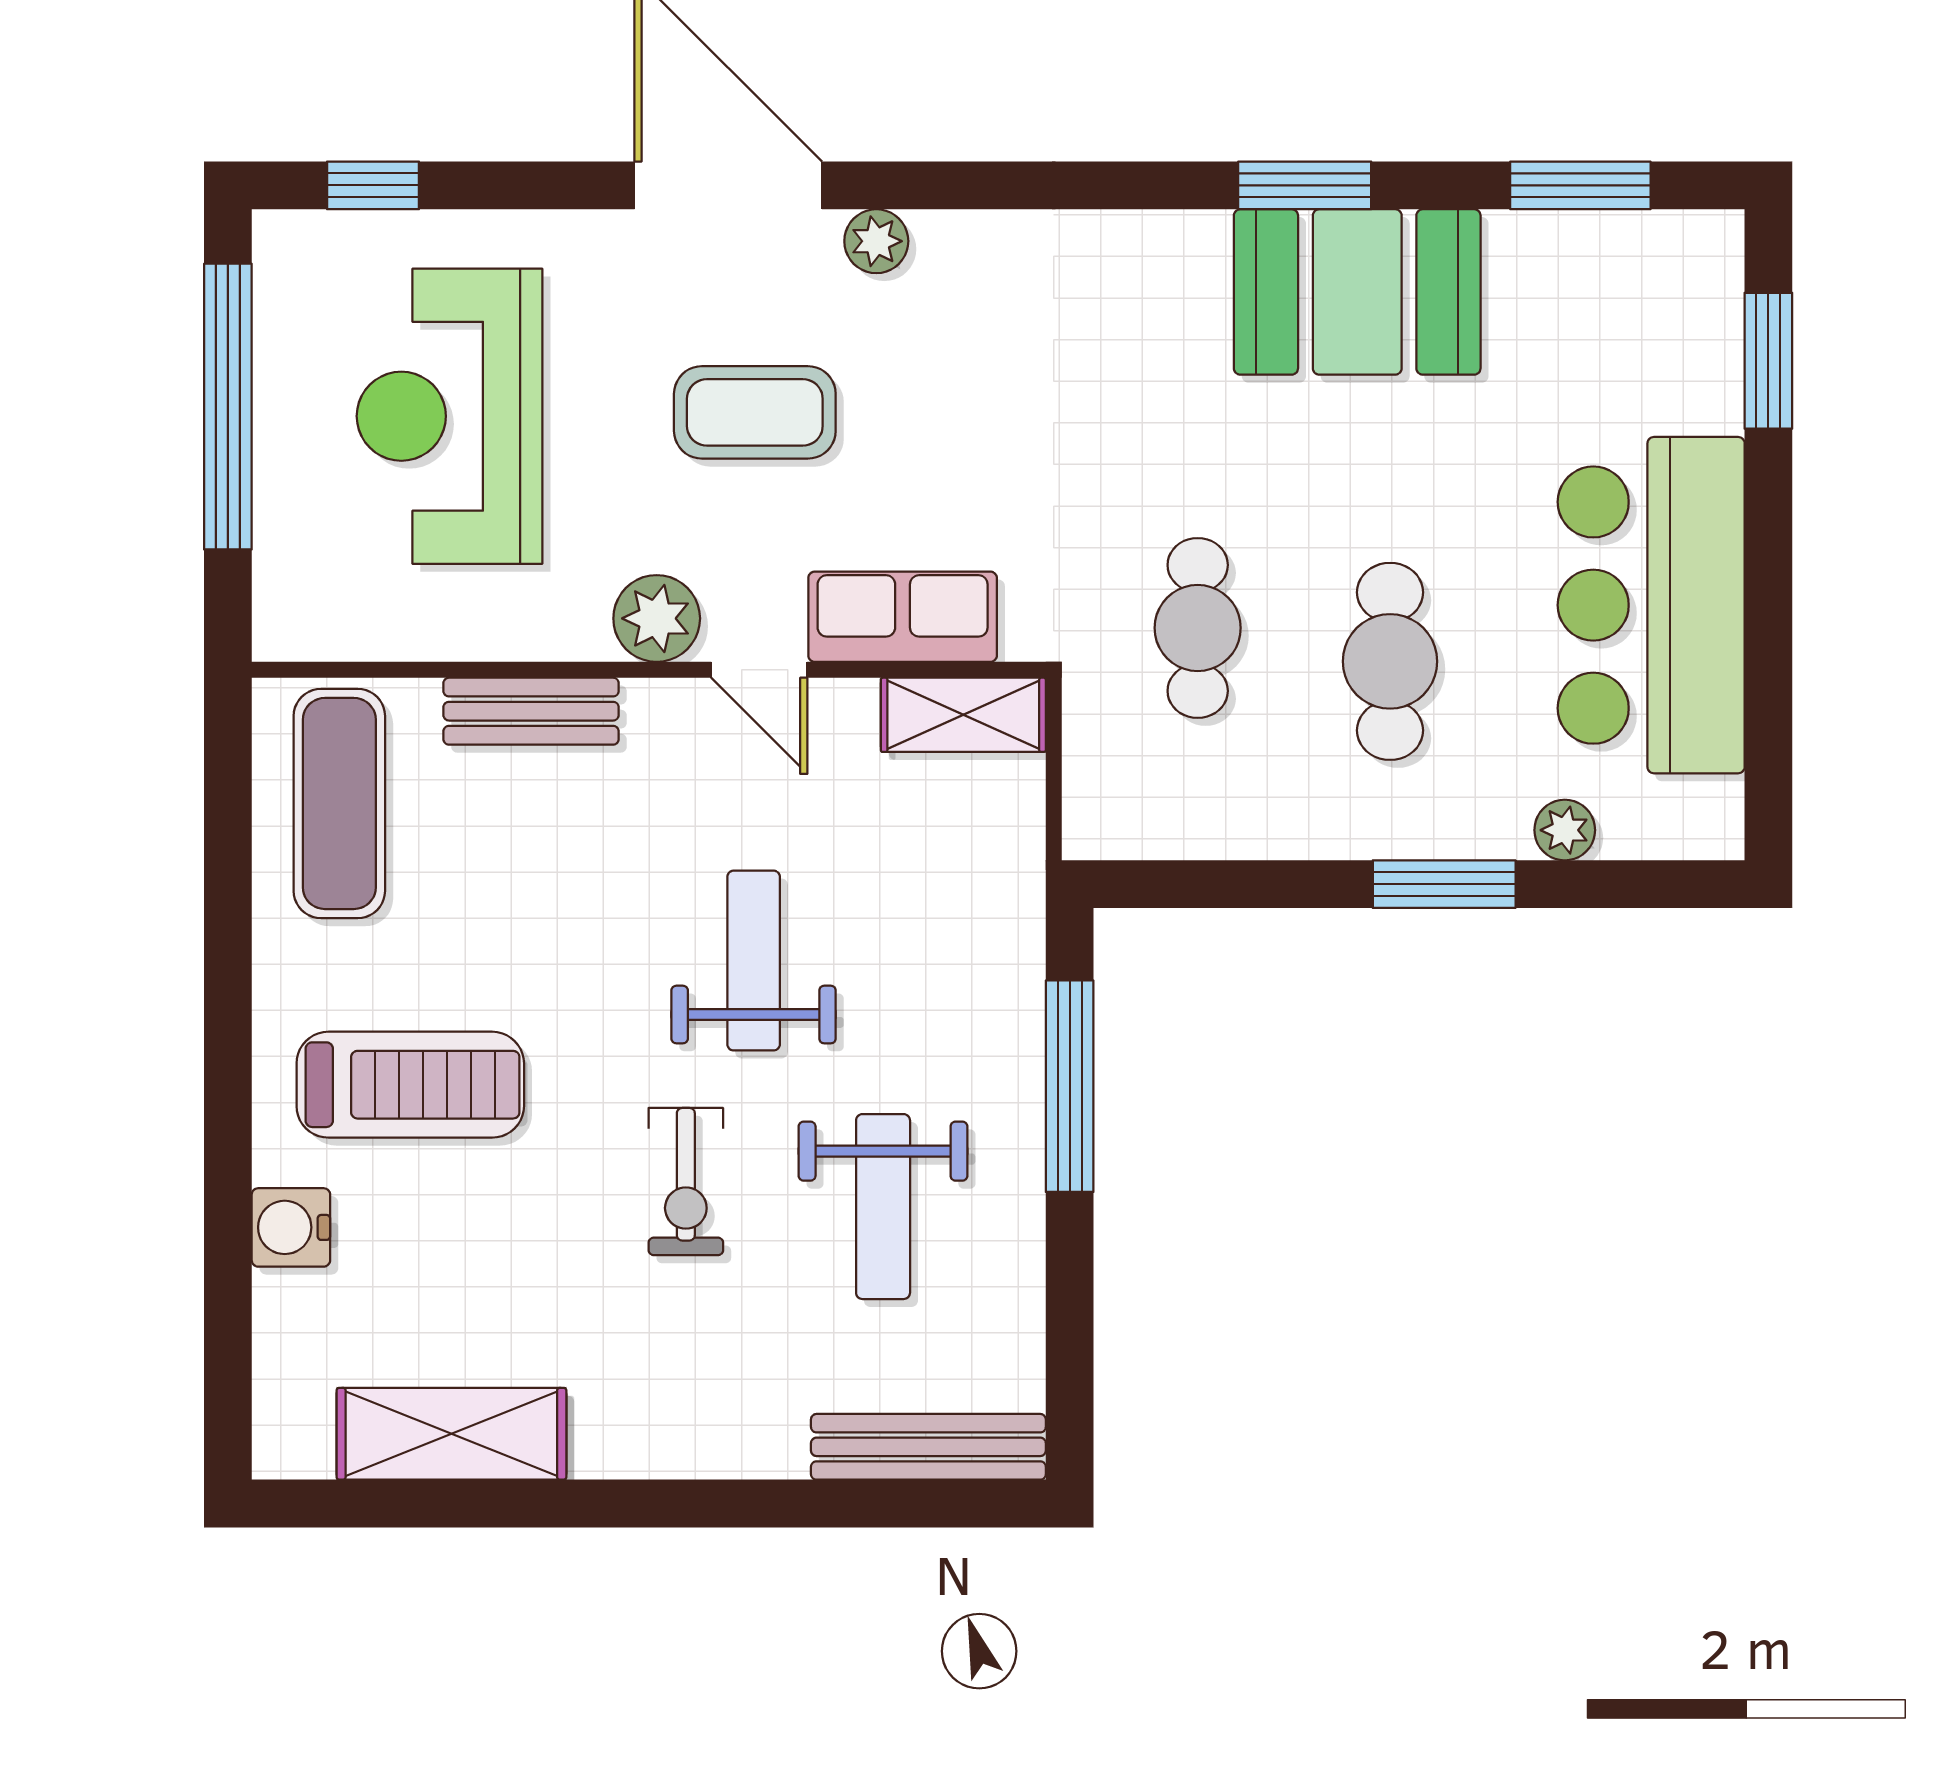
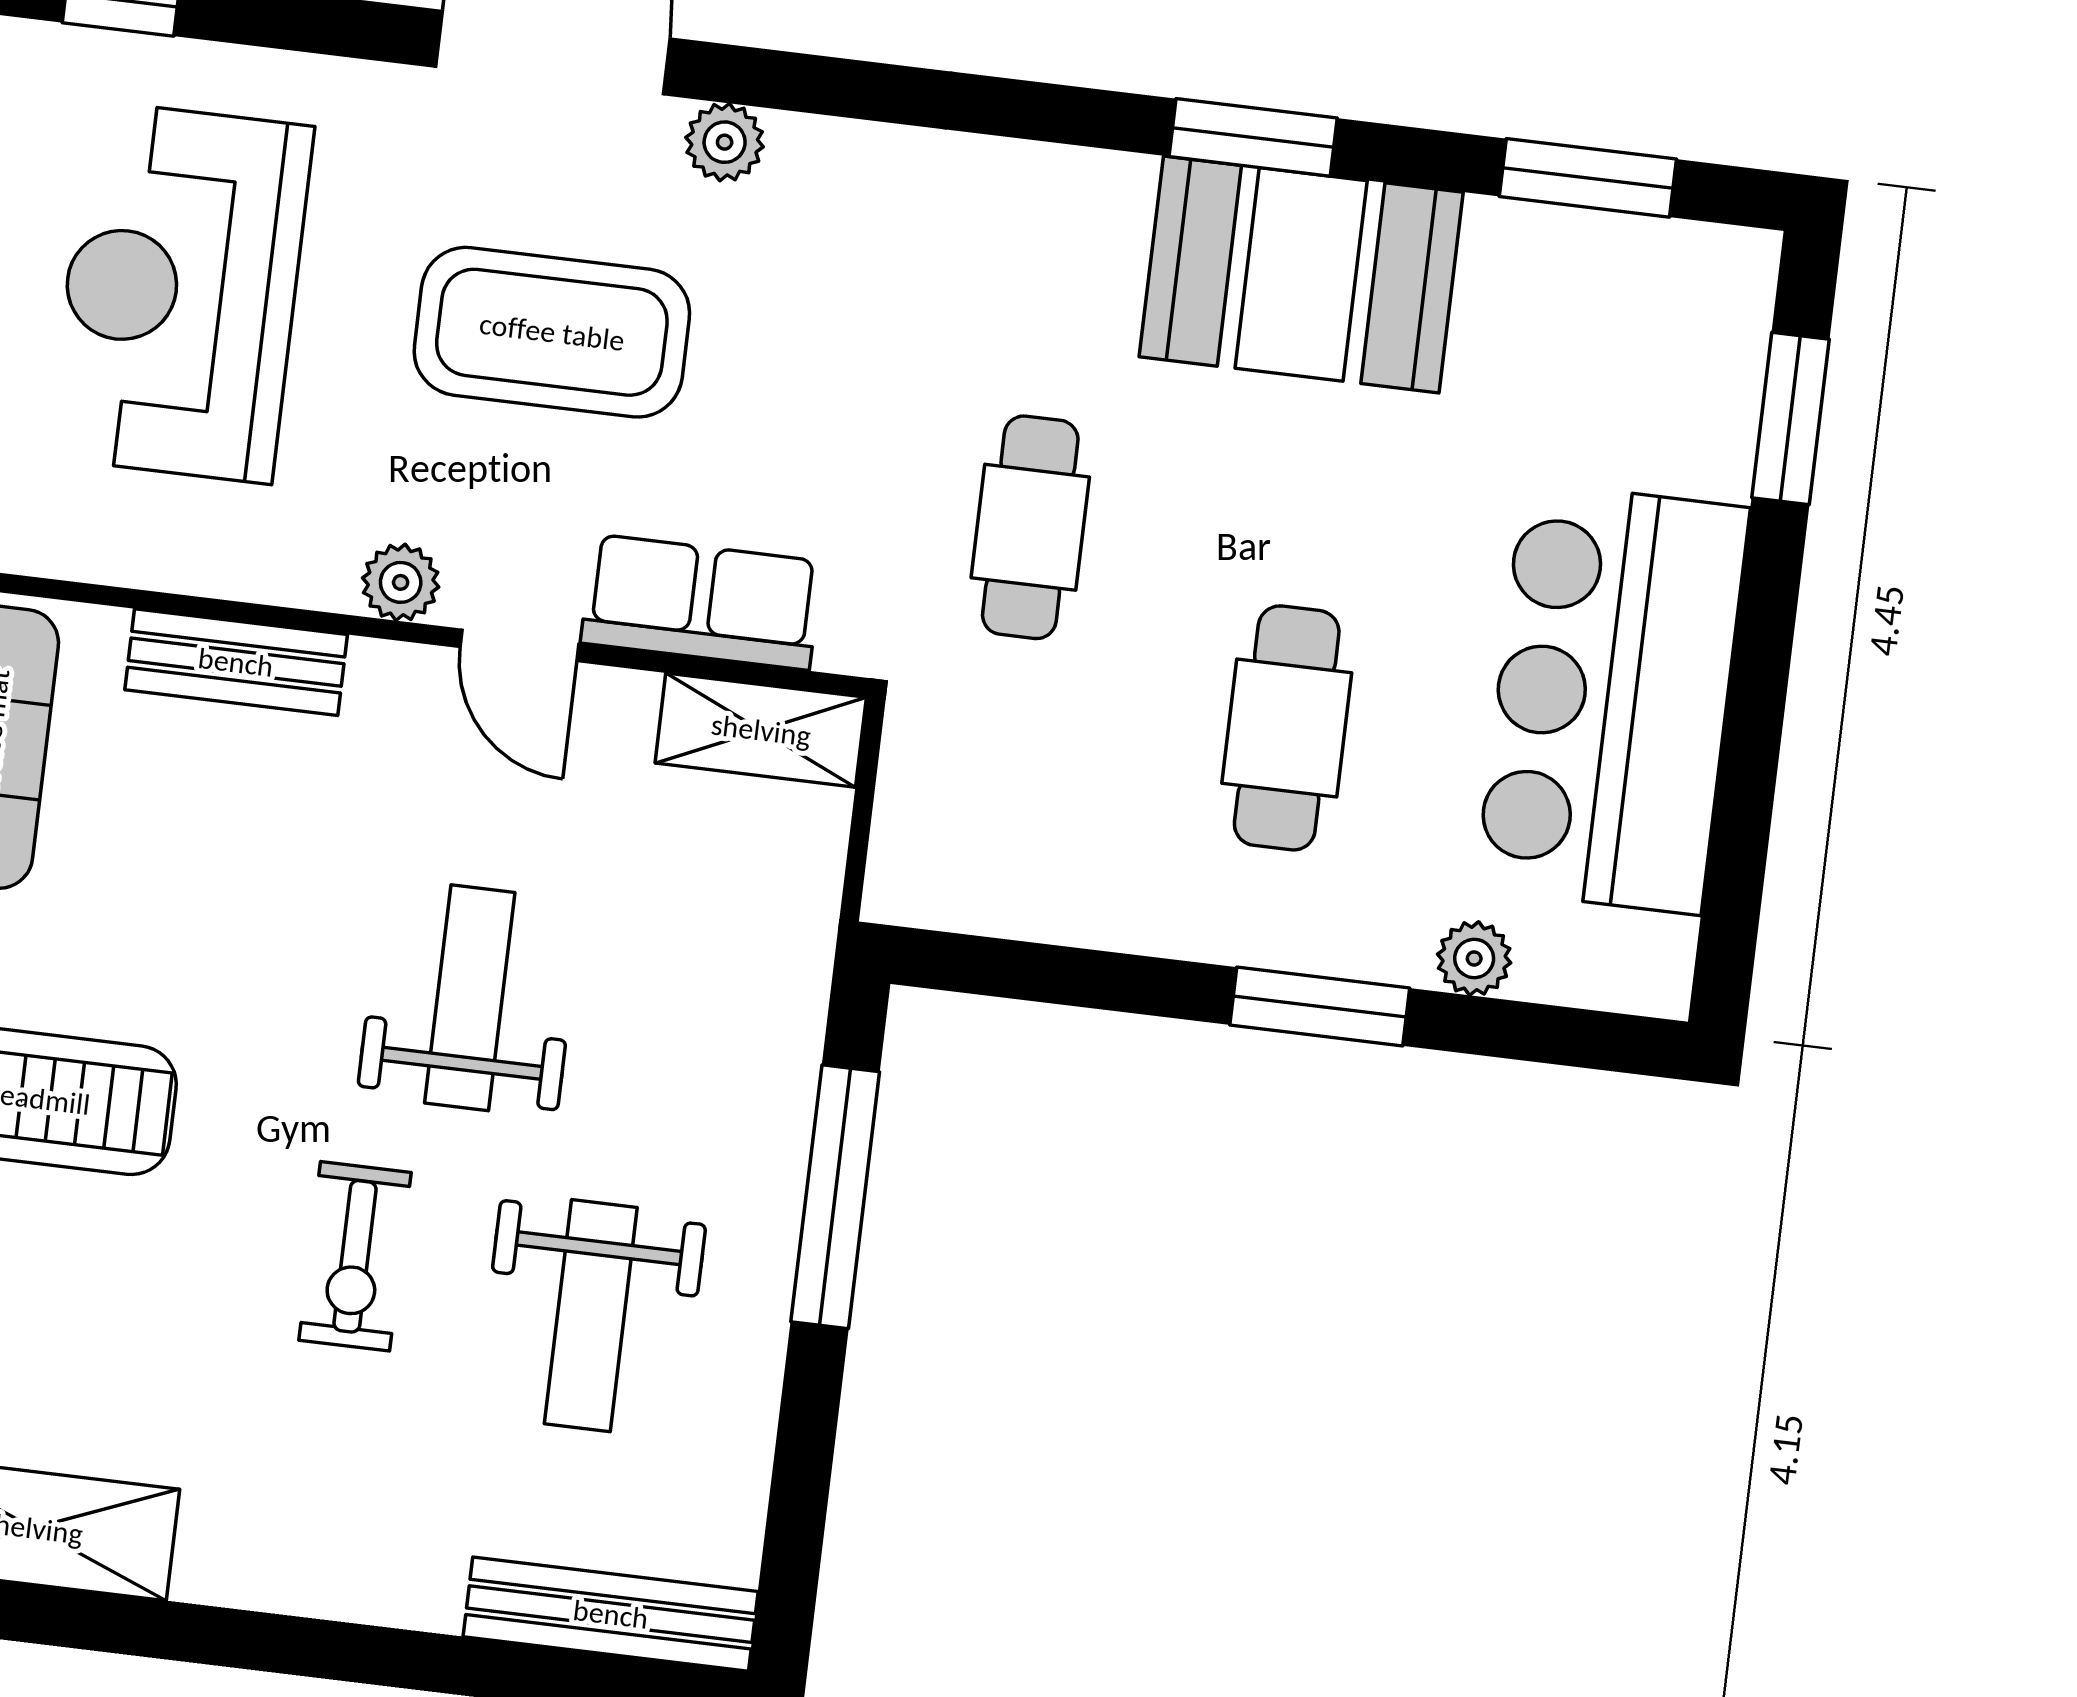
coffee table: (755, 412) -> (552, 332), width x1.36, depth x1.32
plant: (657, 618) -> (401, 582), width x0.73, depth x0.73
cafe table: (1198, 628) -> (1030, 527), moved

